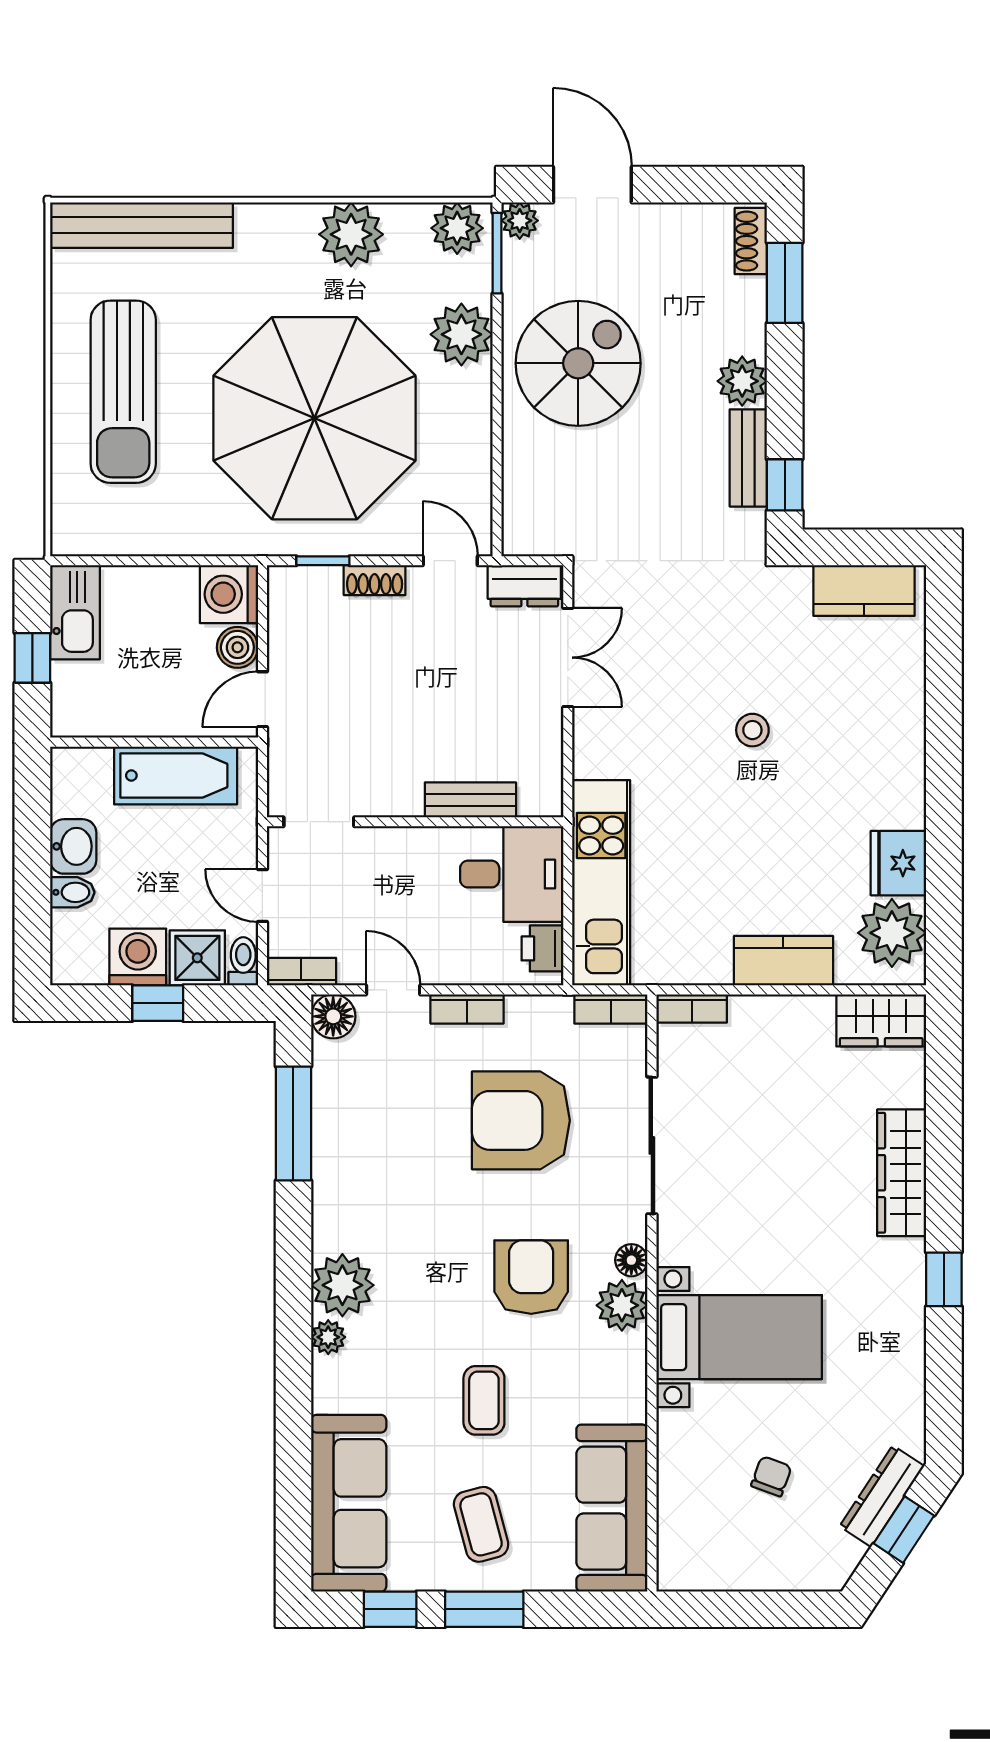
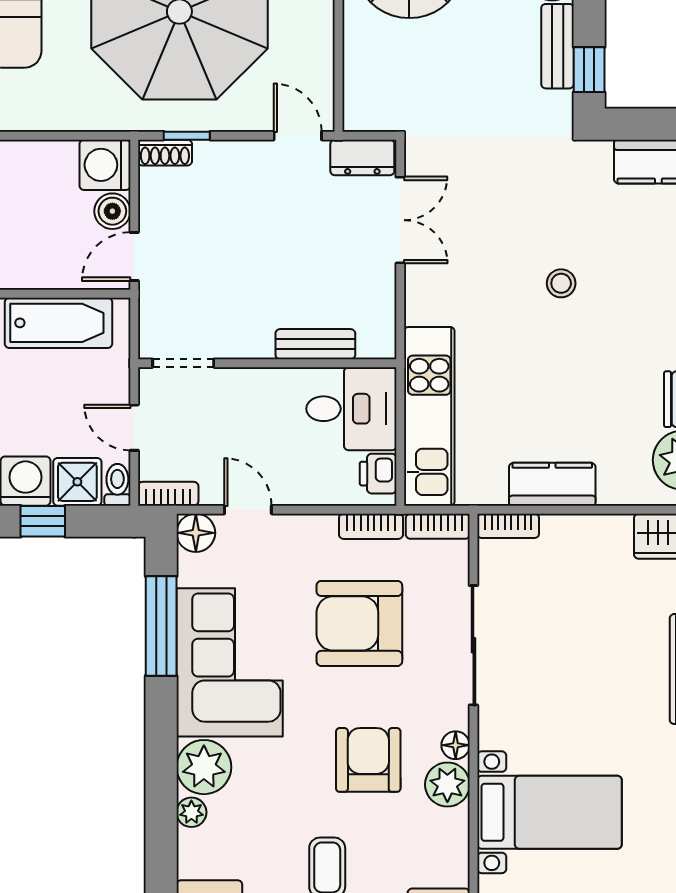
shoe rack: (375, 580) -> (165, 153), moved
kitchen counter: (783, 961) -> (552, 484), moved
bookcase: (467, 1009) -> (371, 526), moved
corner sofa: (372, 1165) -> (230, 662), added

